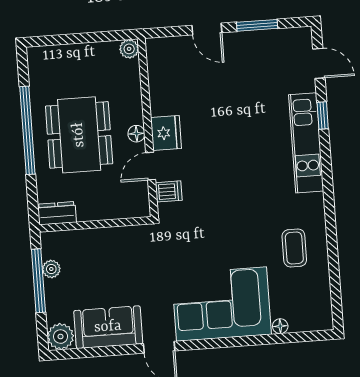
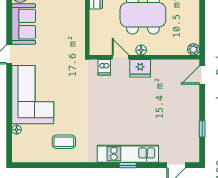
window: (257, 25) -> (202, 129), width x0.67
door: (207, 29) -> (202, 75), moved
window: (323, 116) -> (128, 165), moved

